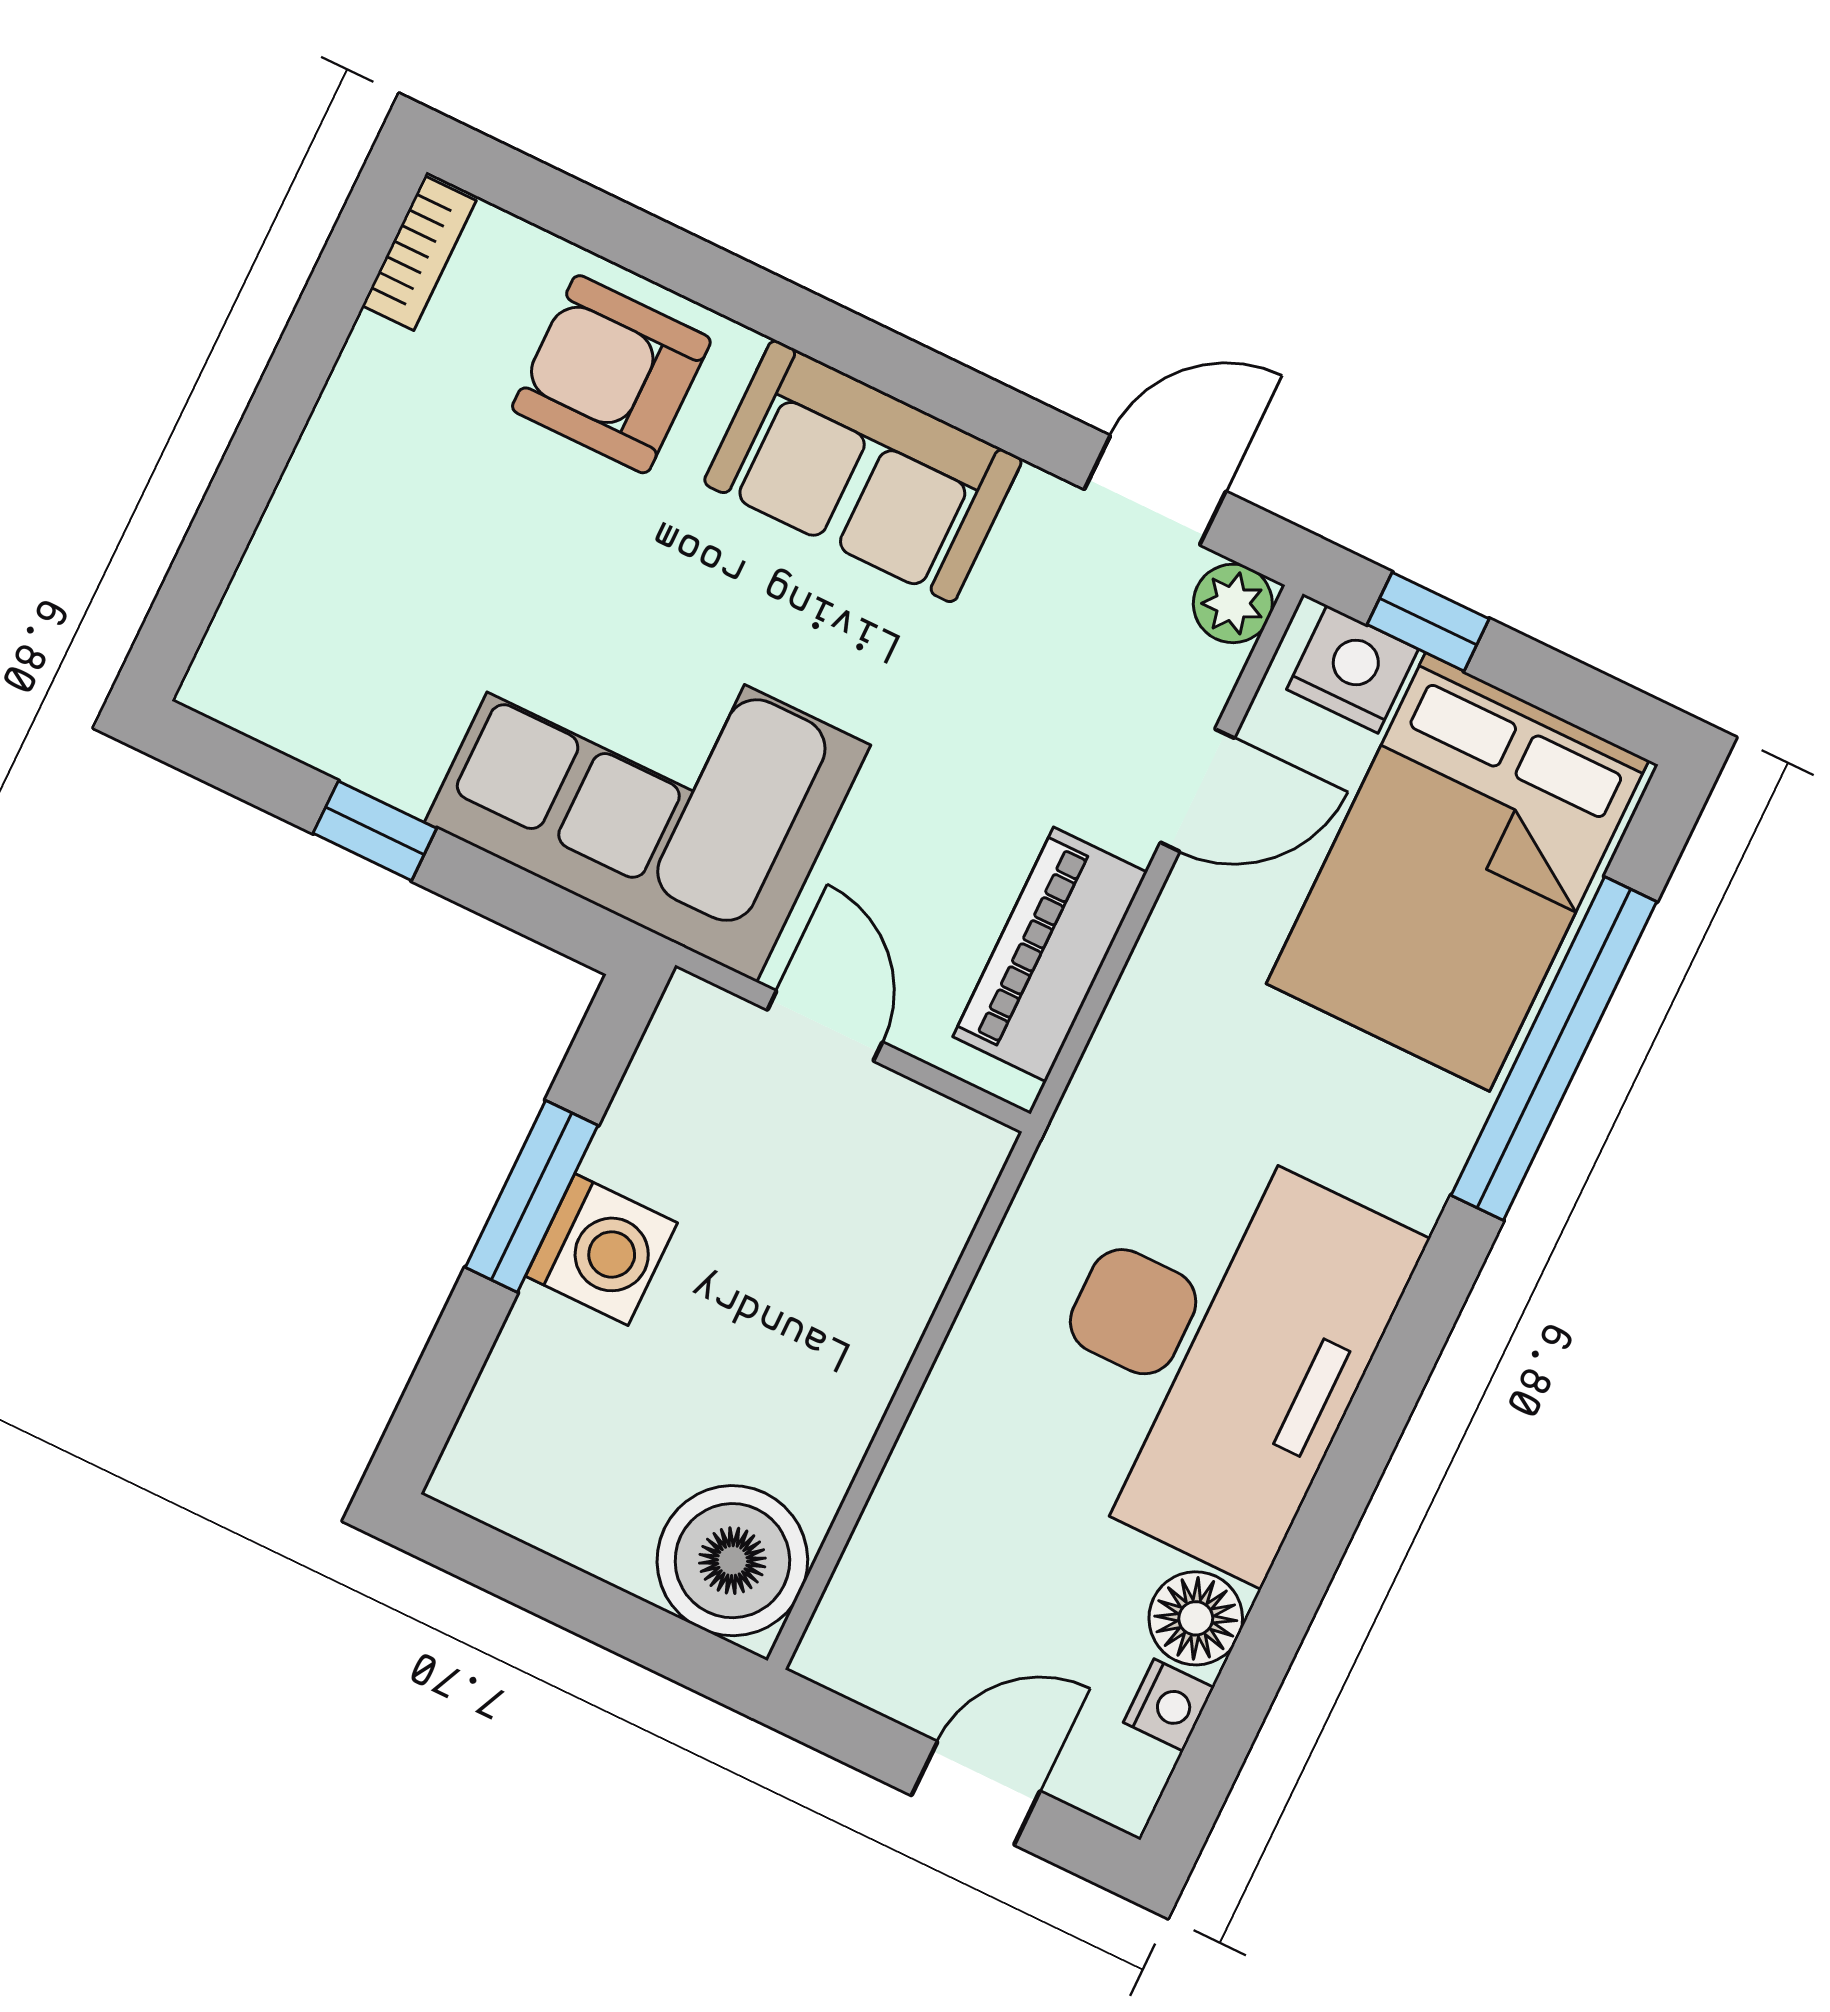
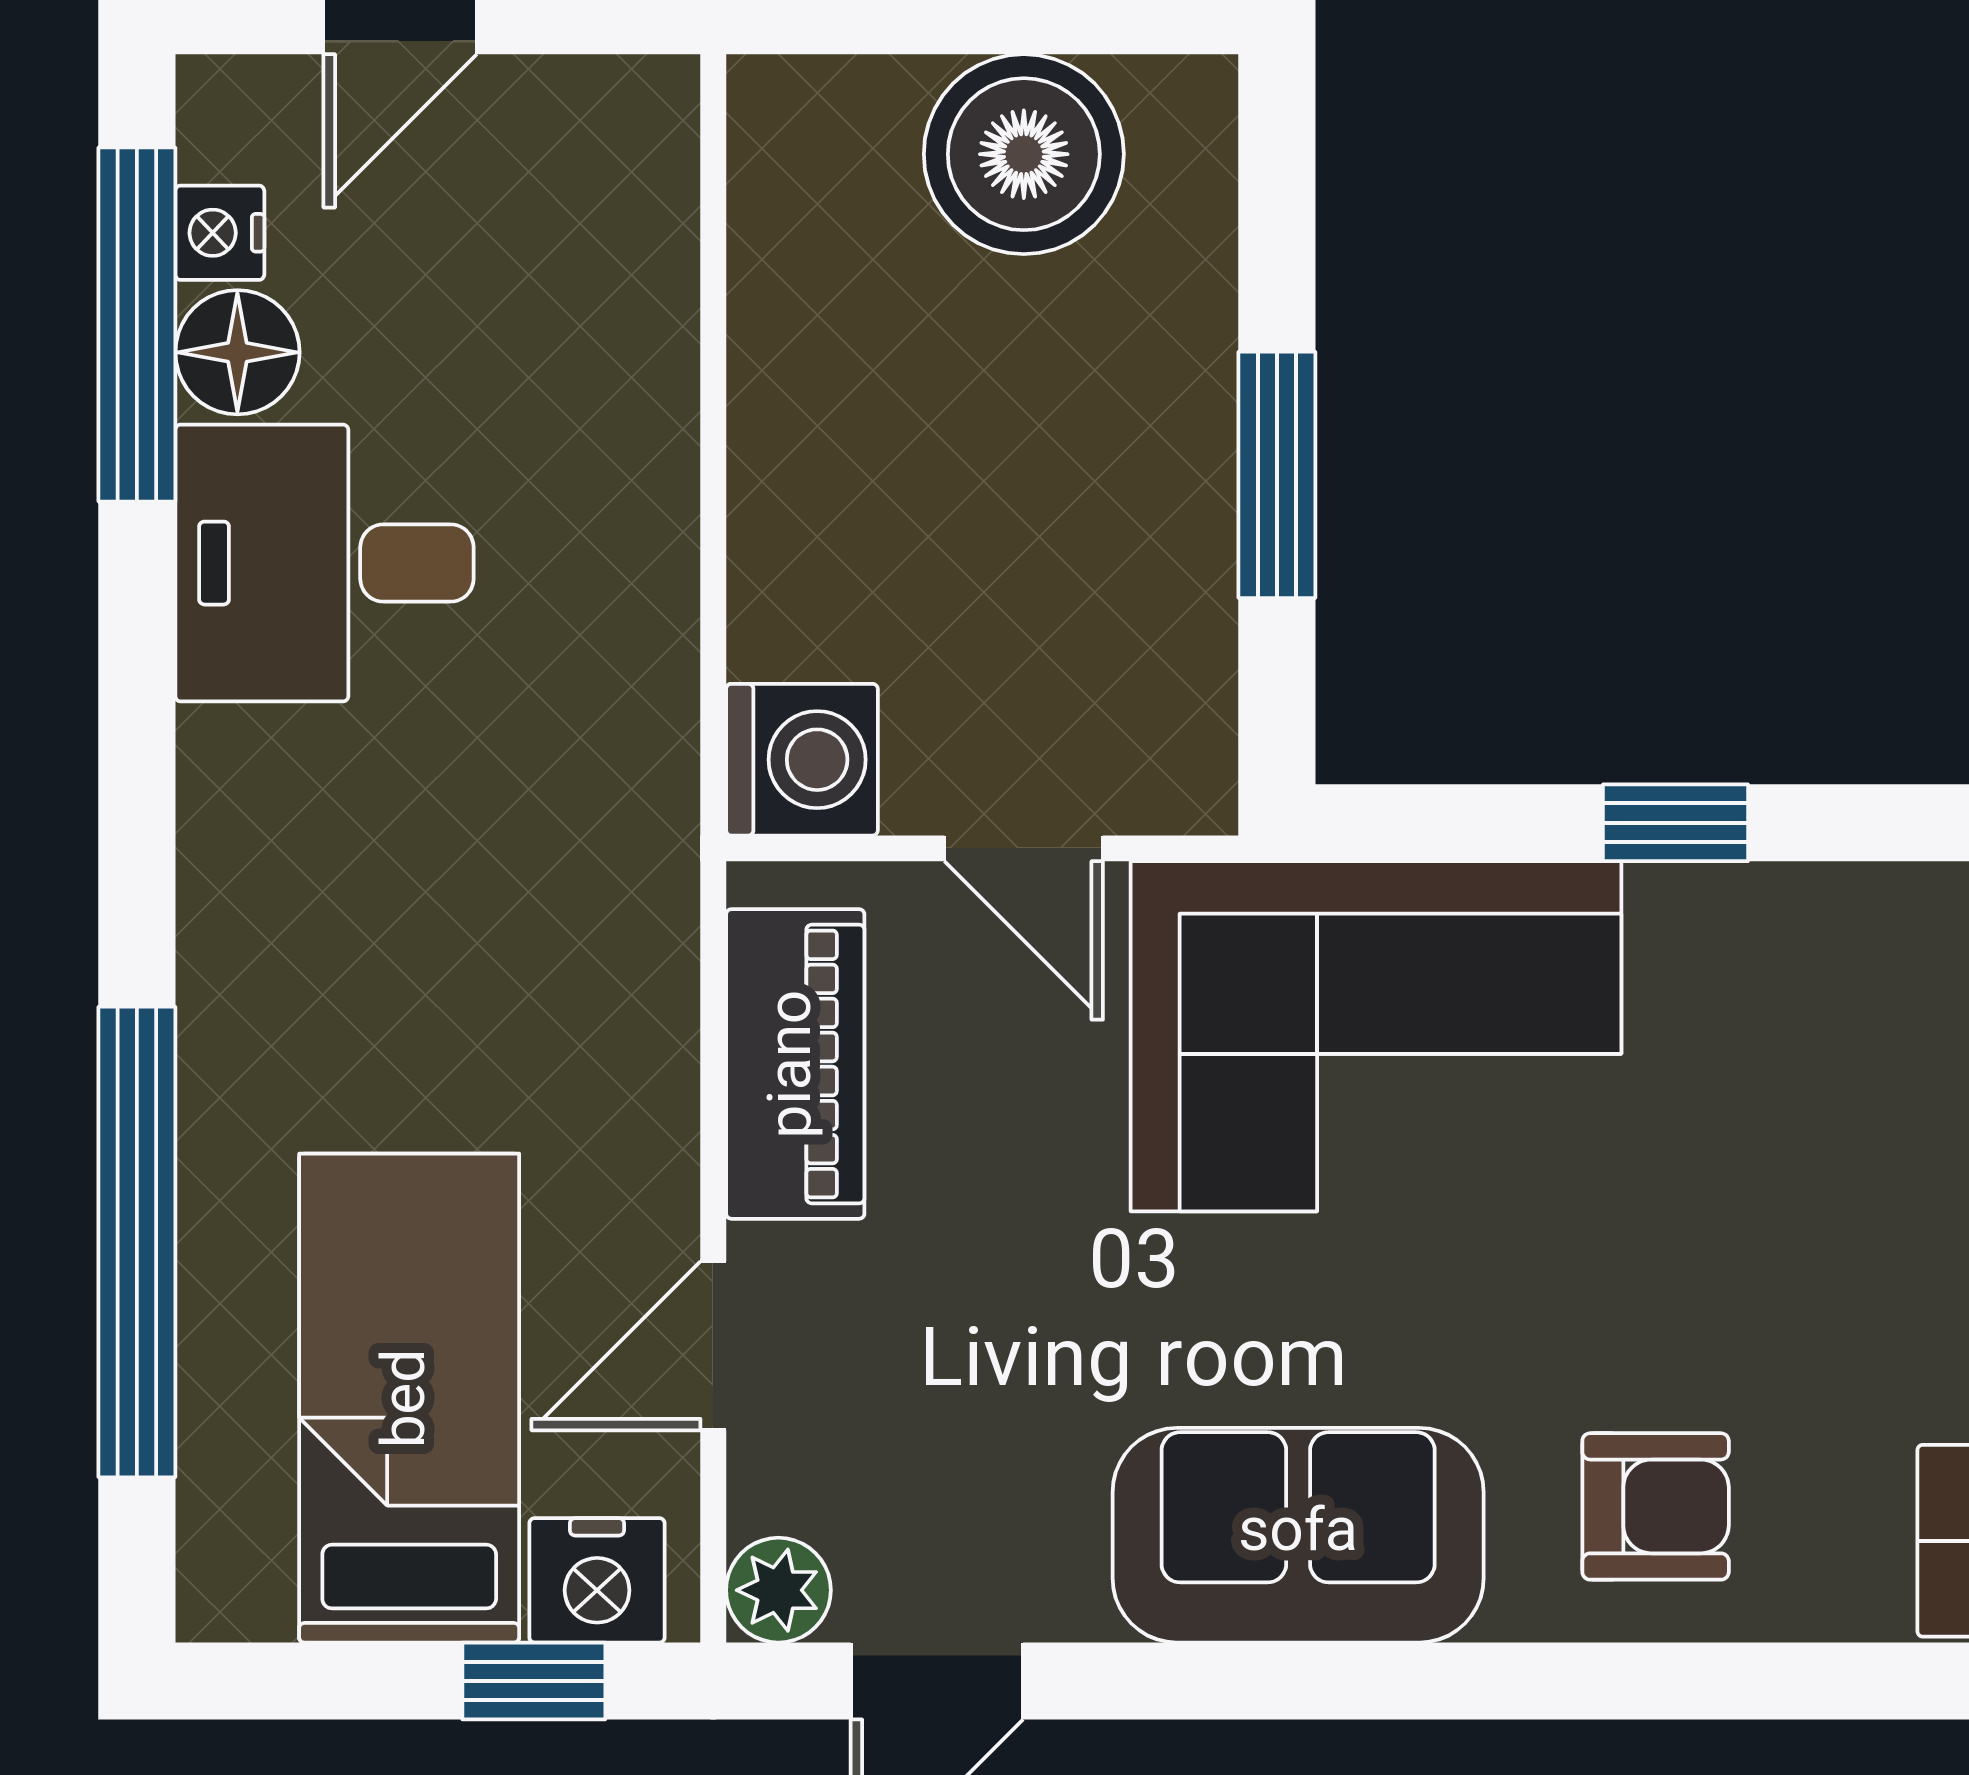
armchair: (611, 374) -> (1656, 1506), width x0.72, depth x0.72
bed: (1458, 872) -> (409, 1398), width x0.67
washing machine: (601, 1250) -> (802, 760), moved, turned 180
desk: (1215, 1351) -> (324, 563), width x0.53, depth x0.77
boiler: (732, 1561) -> (1024, 154), moved
window: (1255, 1670) -> (137, 325), added

